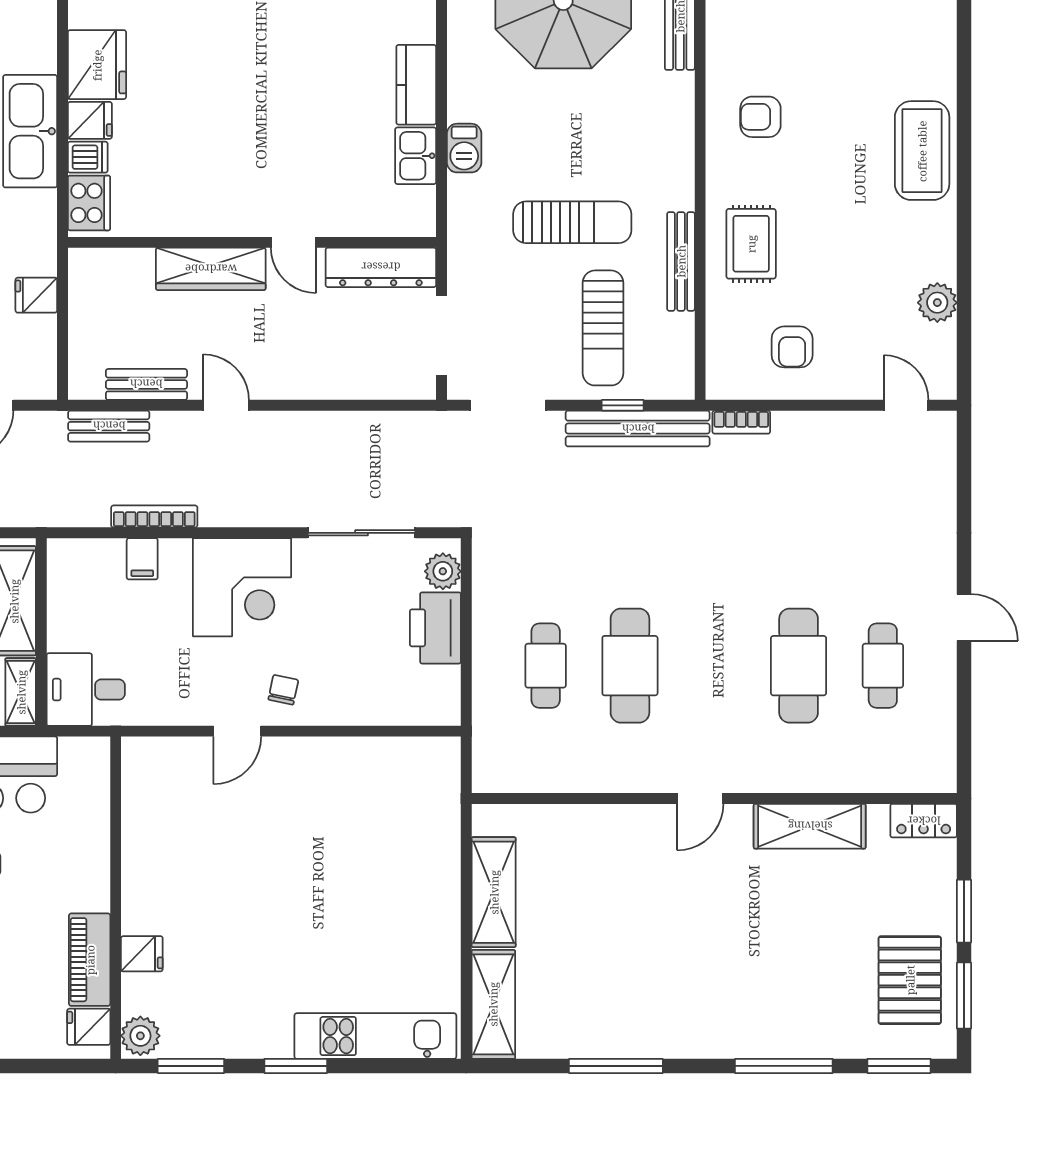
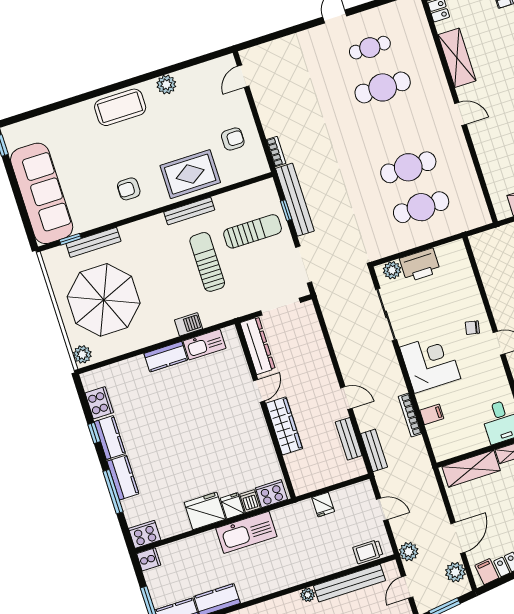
armchair: (760, 117) -> (129, 189), turned 90
kitchen sink: (416, 156) -> (205, 345), width x1.38
rug: (751, 244) -> (190, 174), width x1.36, depth x1.43
bench: (681, 261) -> (189, 211), moved
plant: (937, 303) -> (166, 85), moved
door: (226, 405) -> (346, 398), swing flipped
cafe table: (546, 666) -> (421, 207), width x1.37, depth x1.35

